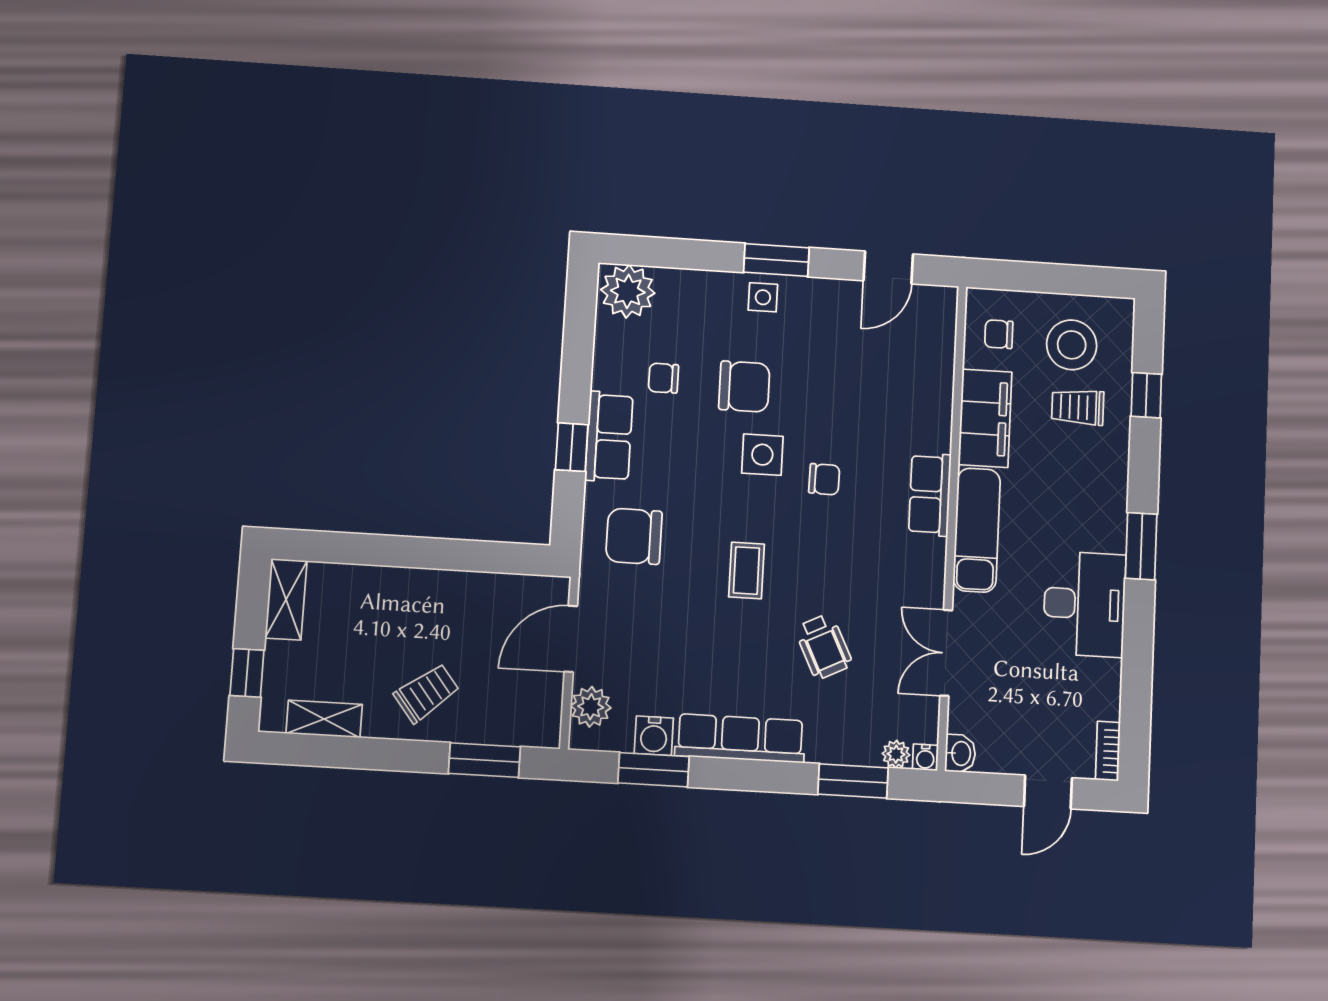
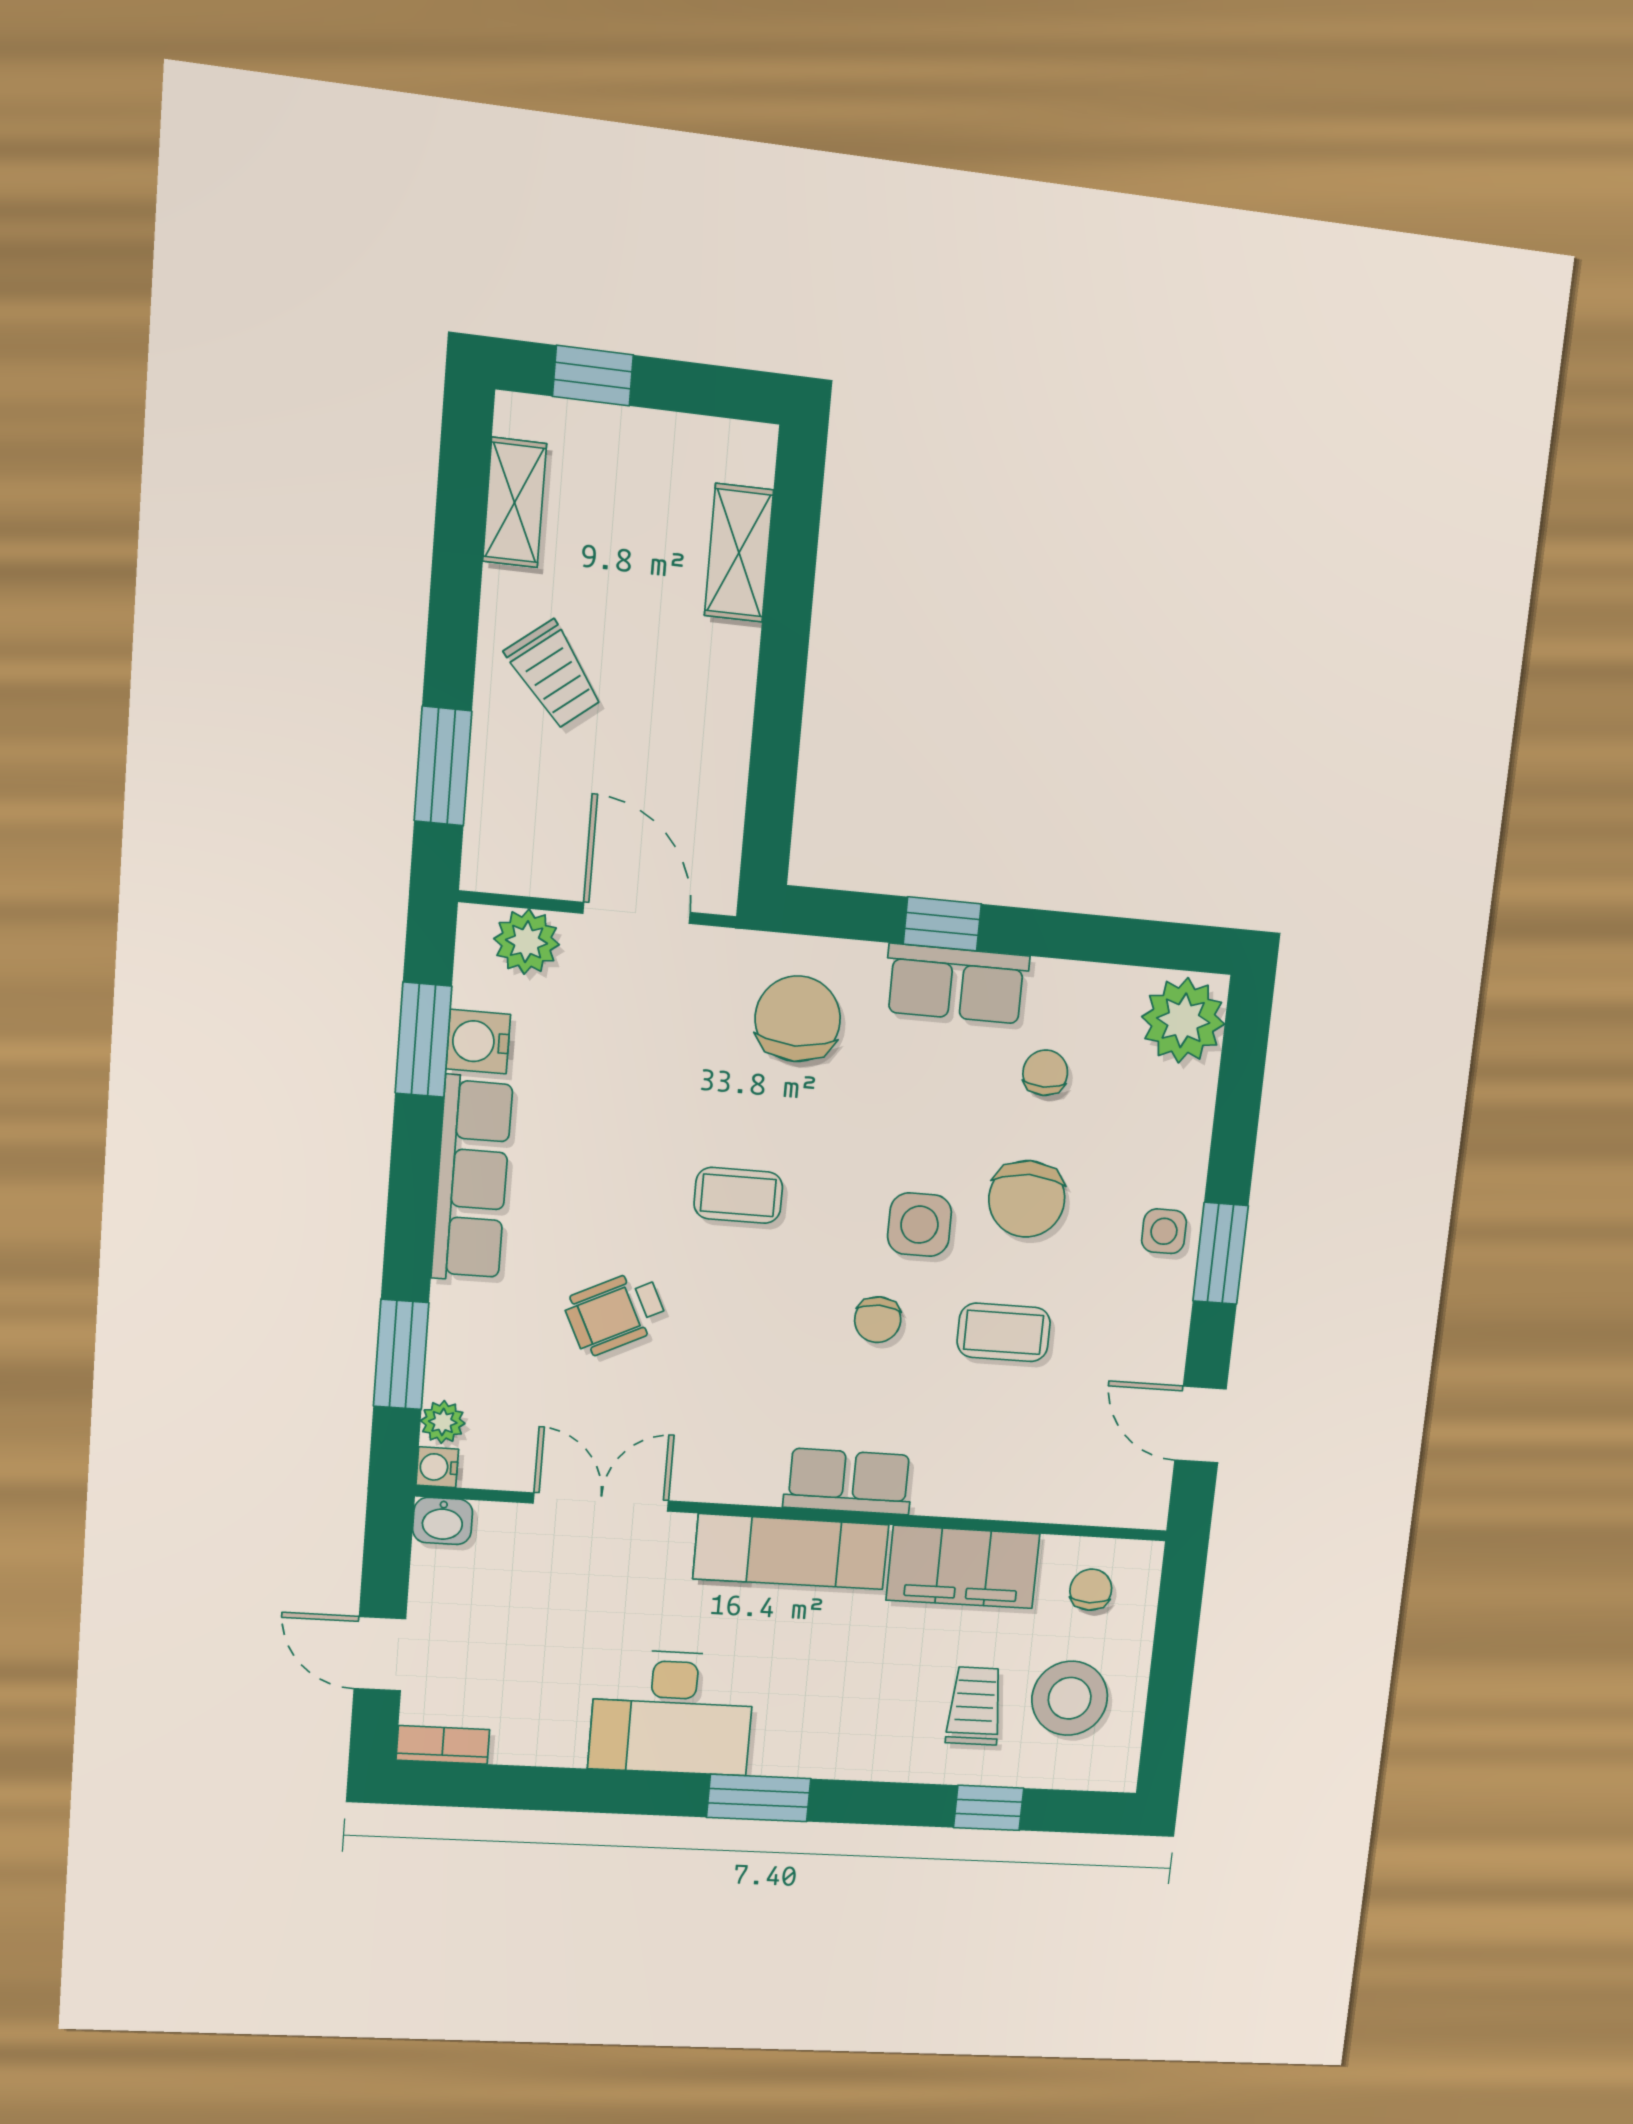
coffee table: (831, 398) -> (1004, 1332), added
shelving: (286, 599) -> (739, 553), moved, turned 90

